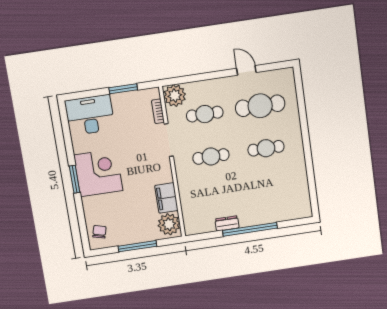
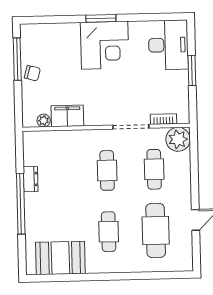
window: (123, 89) -> (192, 71), moved
booth: (294, 188) -> (60, 258), added
plant: (169, 224) -> (44, 121), width x0.53, depth x0.53
chair: (99, 232) -> (32, 73), moved
window: (137, 246) -> (17, 59), moved

